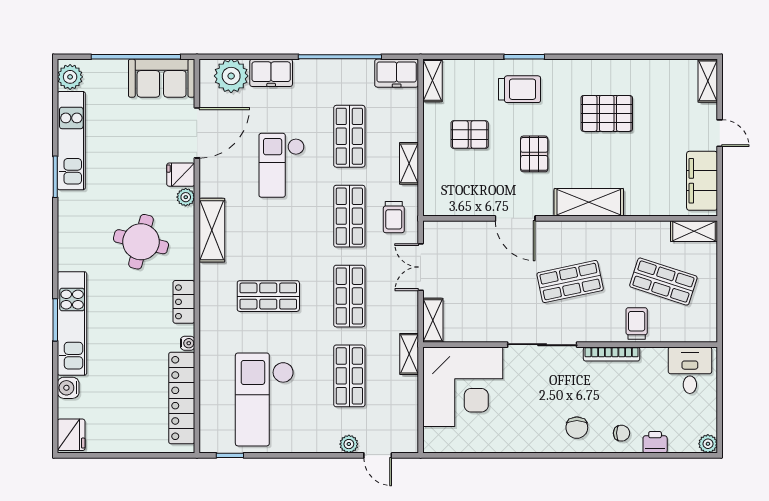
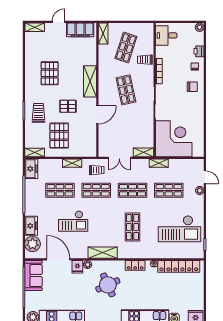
pallet: (470, 135) -> (59, 136), width x1.50, depth x1.42
round table: (141, 242) -> (108, 285), turned -38
door: (378, 455) -> (205, 177), hinge flipped

